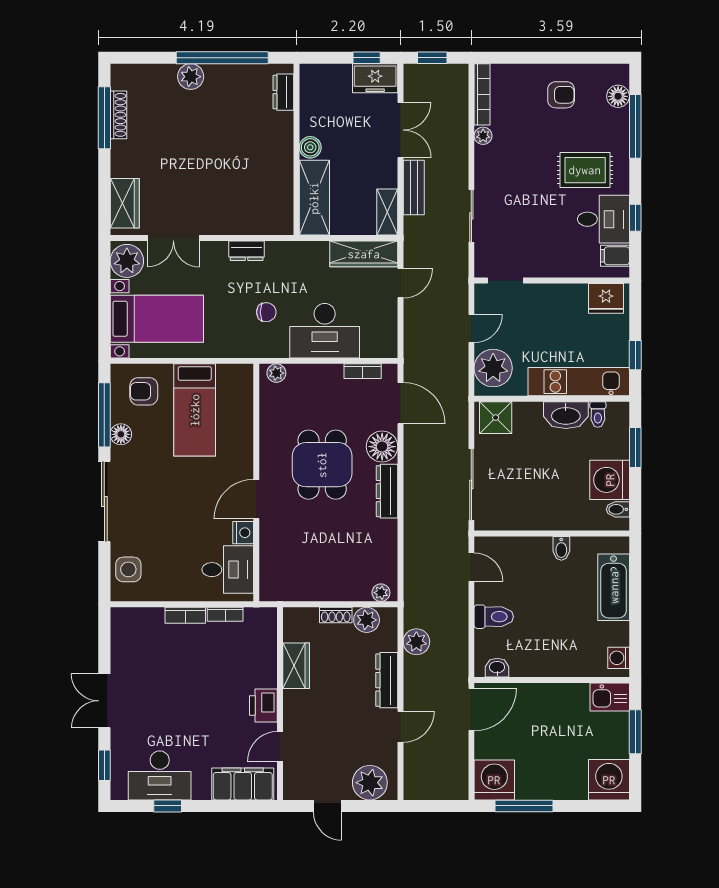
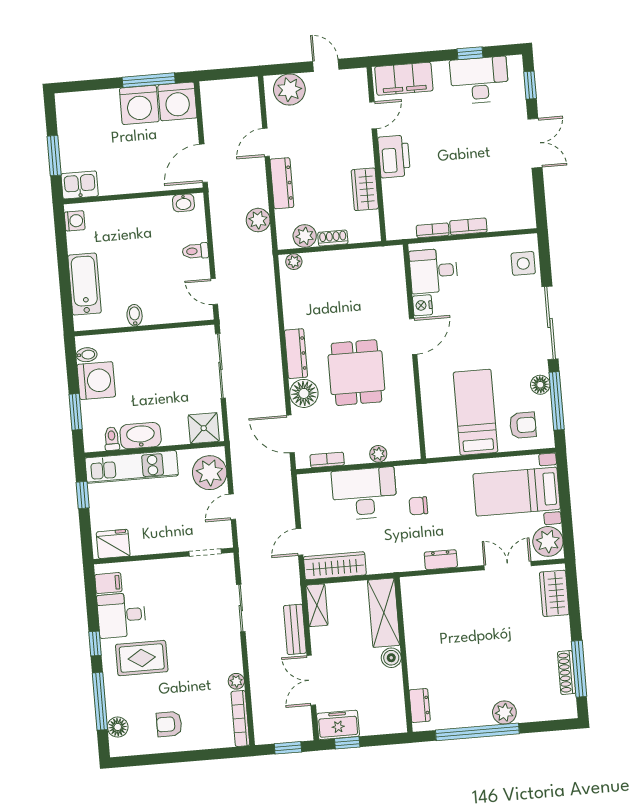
window: (635, 218) -> (95, 644), moved
plant: (276, 373) -> (378, 454), moved
toilet: (494, 617) -> (195, 251), width x0.73, depth x0.72
printer: (263, 705) -> (394, 156), width x1.37, depth x1.19
washing machine: (609, 780) -> (139, 105), moved

